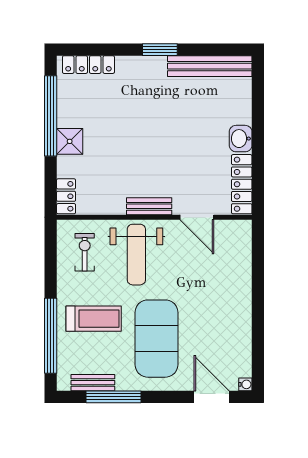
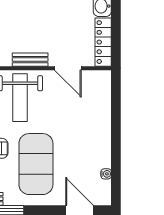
water cooler: (245, 384) -> (106, 174), moved

